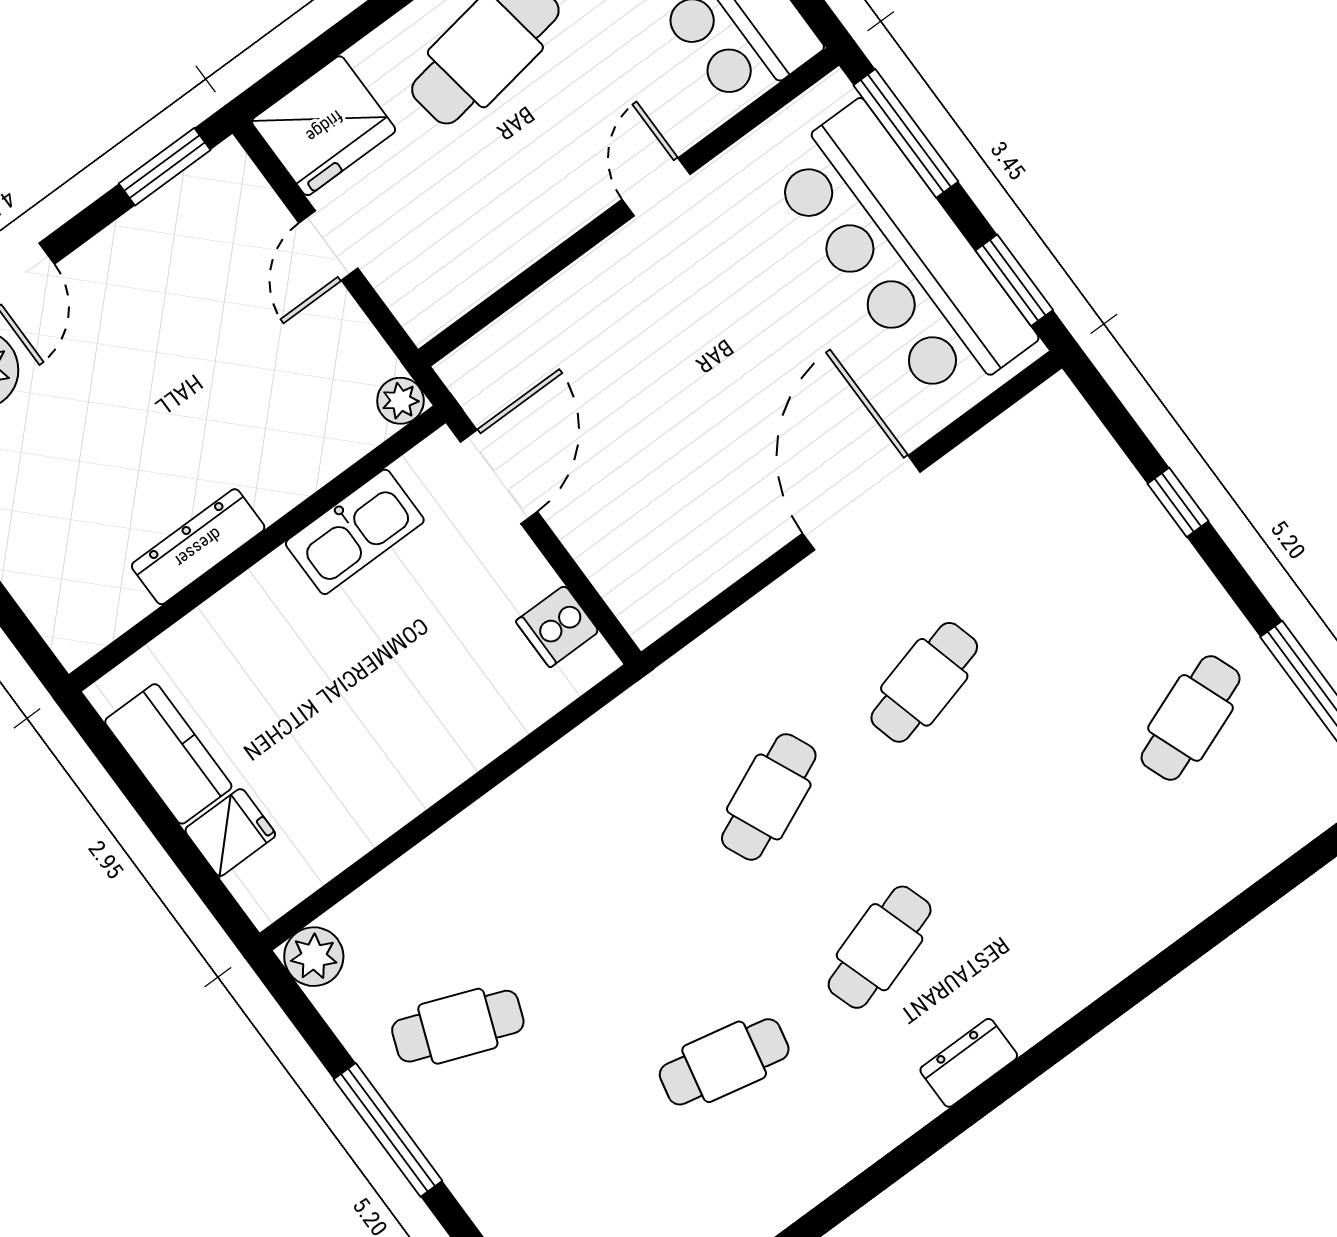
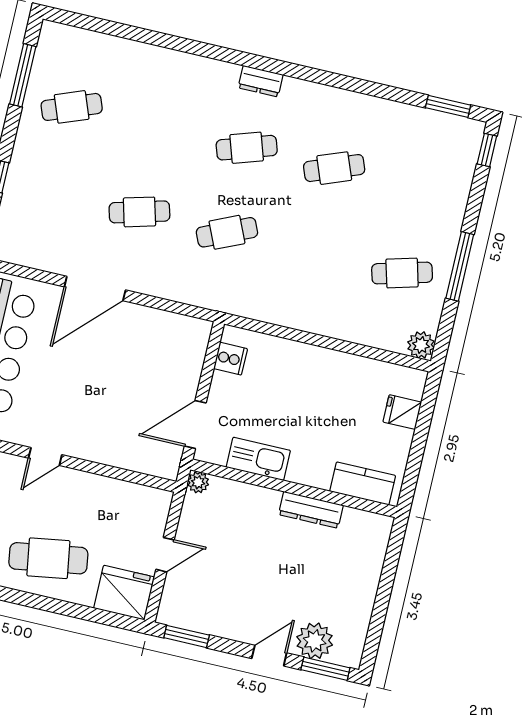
kitchen counter: (168, 754) -> (363, 483), moved, turned 90
cafe table: (458, 1026) -> (402, 273), turned -36
cafe table: (724, 1062) -> (334, 168), turned -33

